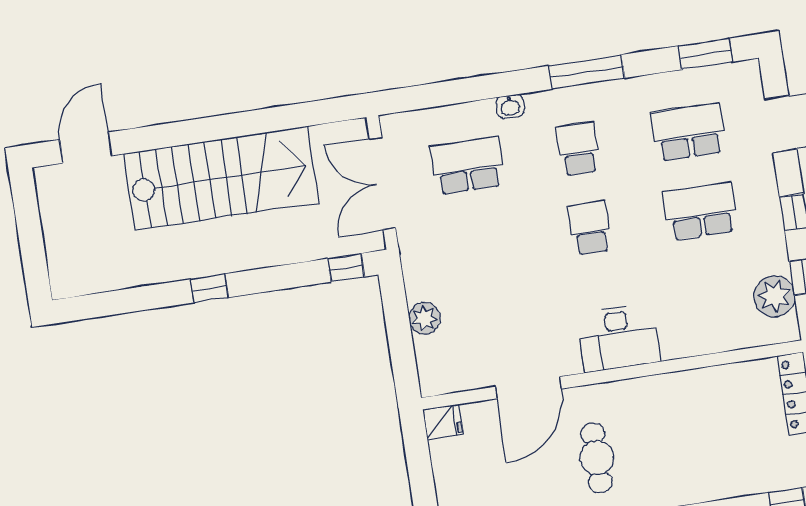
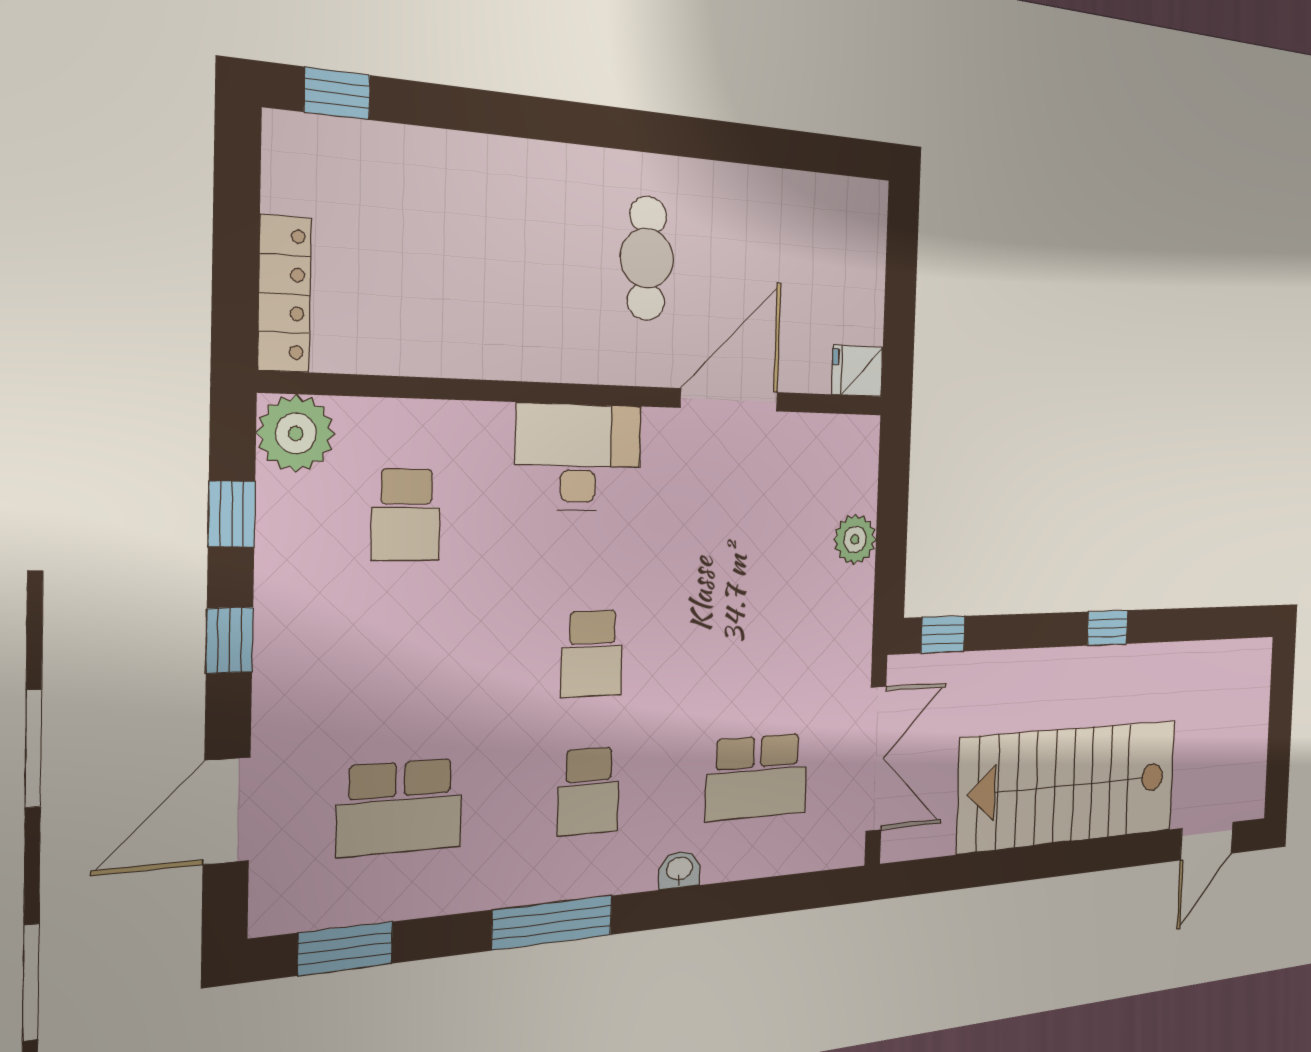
school desk: (700, 211) -> (406, 515), moved, width x0.54
plant: (774, 296) -> (296, 433), moved

